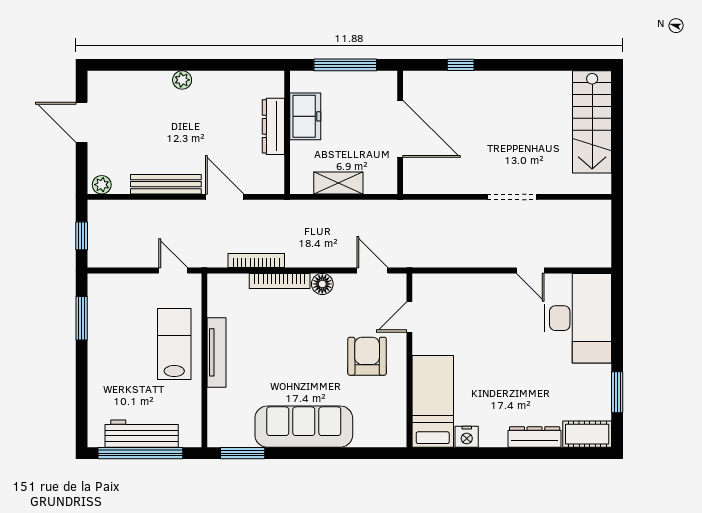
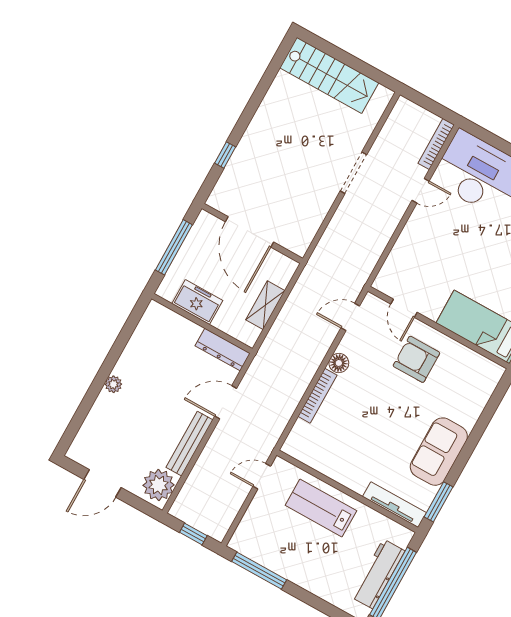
dresser: (273, 126) -> (223, 349), moved
door: (400, 129) -> (249, 232), swing flipped
plant: (102, 185) -> (159, 485), width x1.88, depth x1.88
bookcase: (256, 261) -> (436, 144), moved
window: (82, 318) -> (259, 571), width x1.44
tv unit: (217, 352) -> (394, 505), moved
sofa: (304, 427) -> (439, 452), width x0.73

